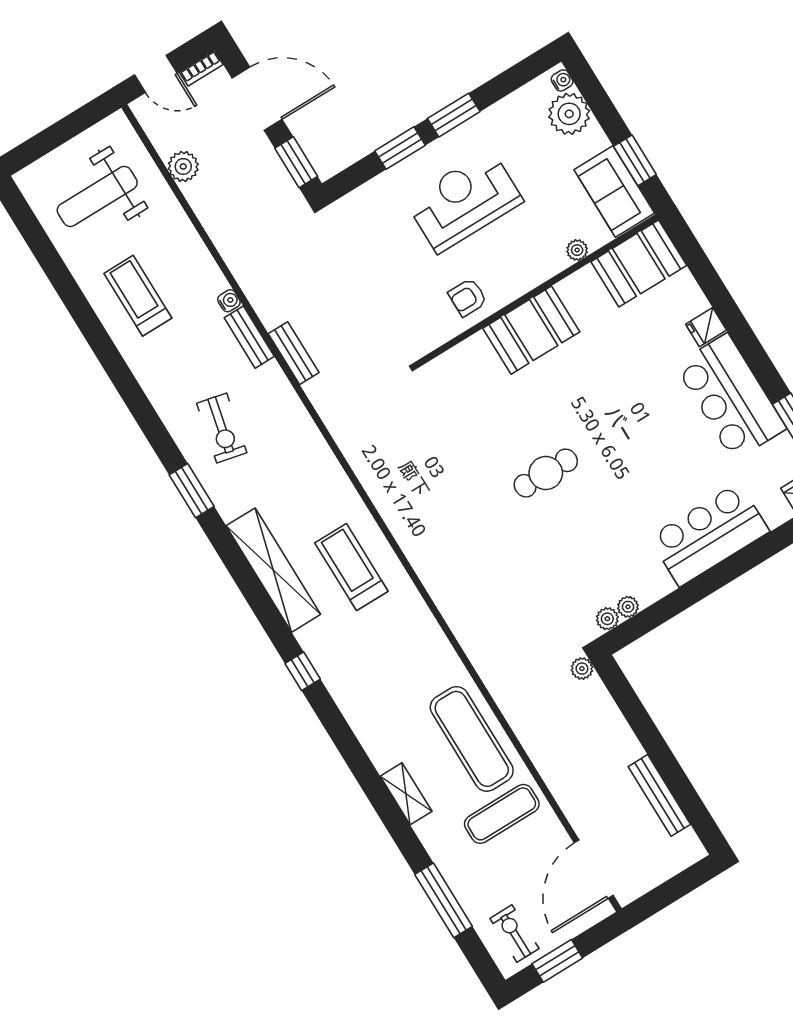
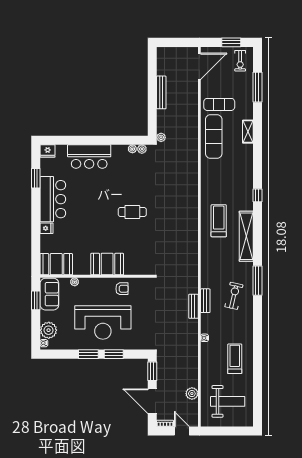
reception desk: (464, 201) -> (103, 322), width x1.36, depth x1.30
treadmill: (138, 296) -> (235, 359), turned 180
bench: (249, 337) -> (205, 301), moved
window: (192, 491) -> (257, 281), width x1.44
treadmill: (351, 567) -> (219, 221), turned 180
bench: (659, 795) -> (161, 92), moved

